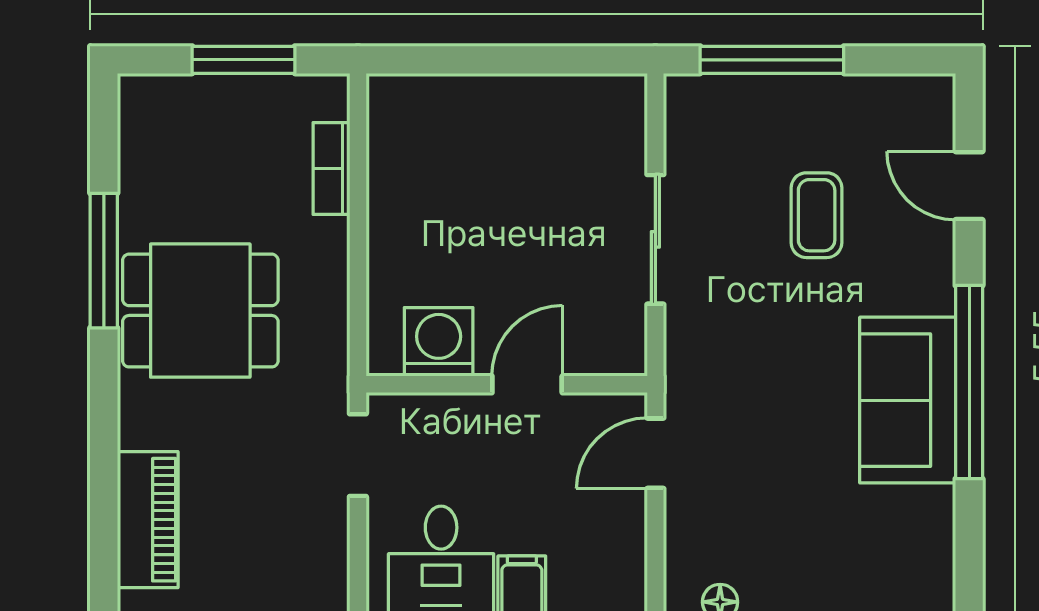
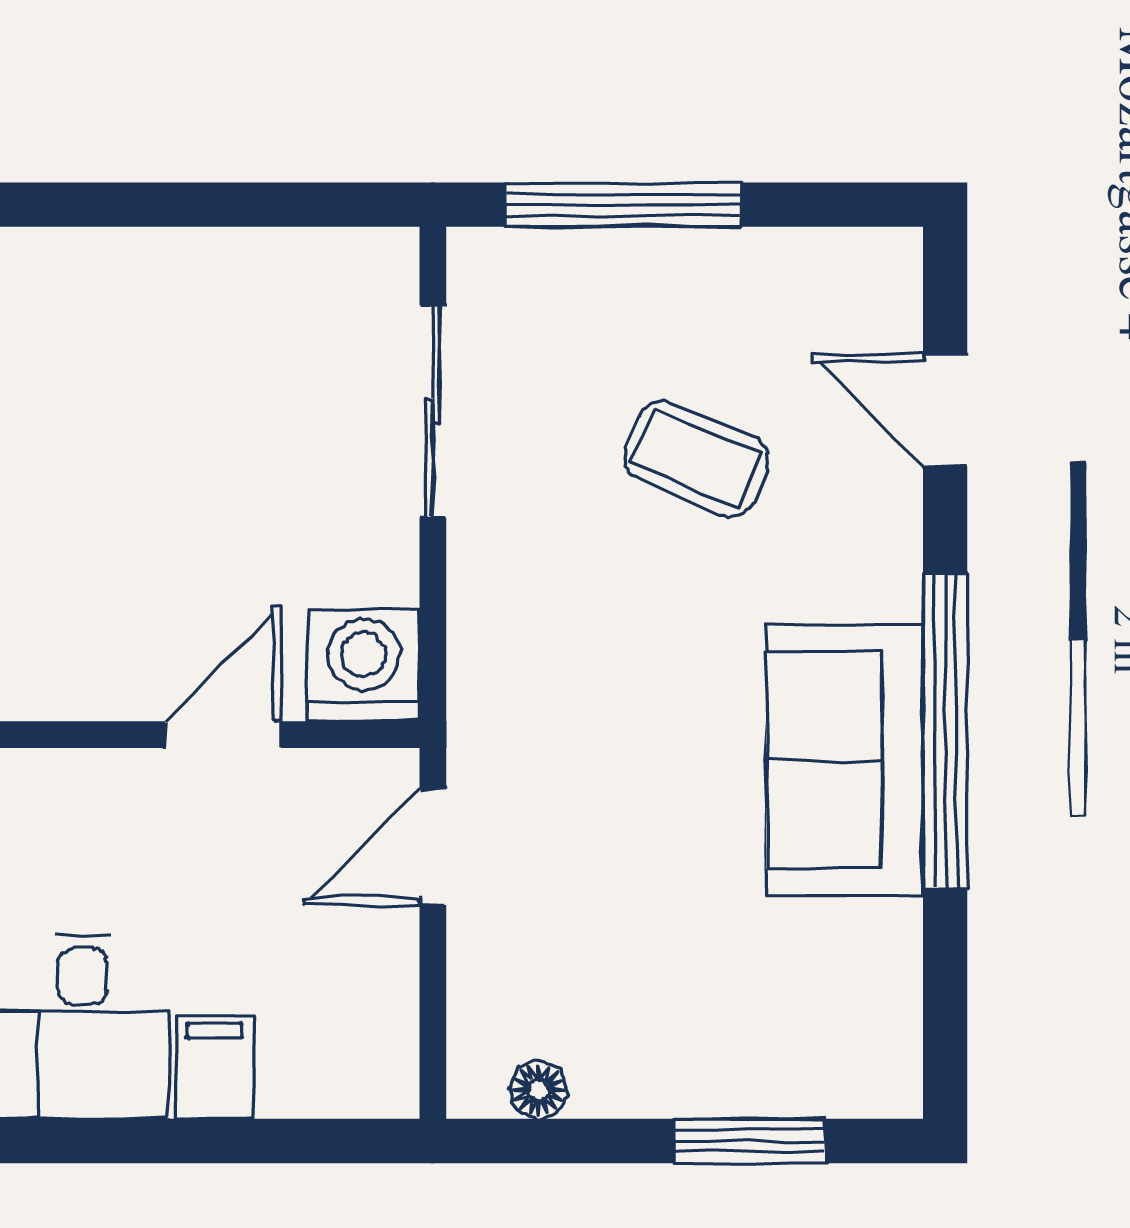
coffee table: (817, 215) -> (696, 458), turned -67
sliding door: (655, 239) -> (433, 411), moved
washing machine: (439, 342) -> (364, 665), moved

